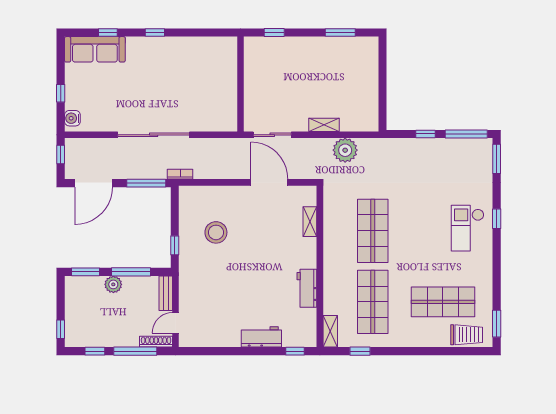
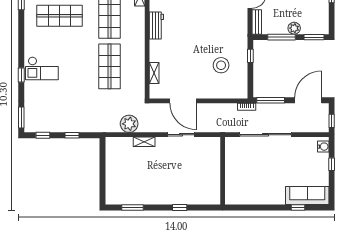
window: (155, 33) -> (265, 208), removed
wall: (241, 84) -> (223, 171), moved
window: (466, 134) -> (43, 135), width x0.46
checkout: (468, 228) -> (42, 68), turned 90

